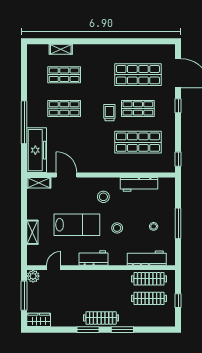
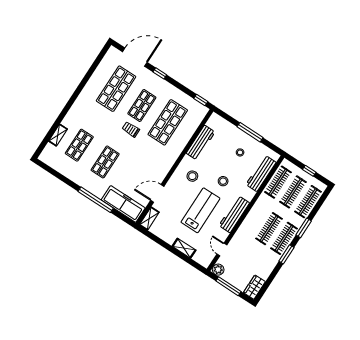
workbench: (93, 258) -> (234, 214), width x1.38
clothes rail: (101, 298) -> (269, 229), added
clothes rail: (149, 318) -> (308, 202), added

